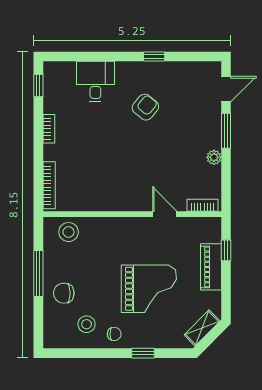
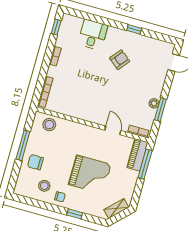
window: (226, 131) -> (160, 109), moved
window: (226, 250) -> (145, 164), width x2.17
piano: (211, 267) -> (137, 155), moved

